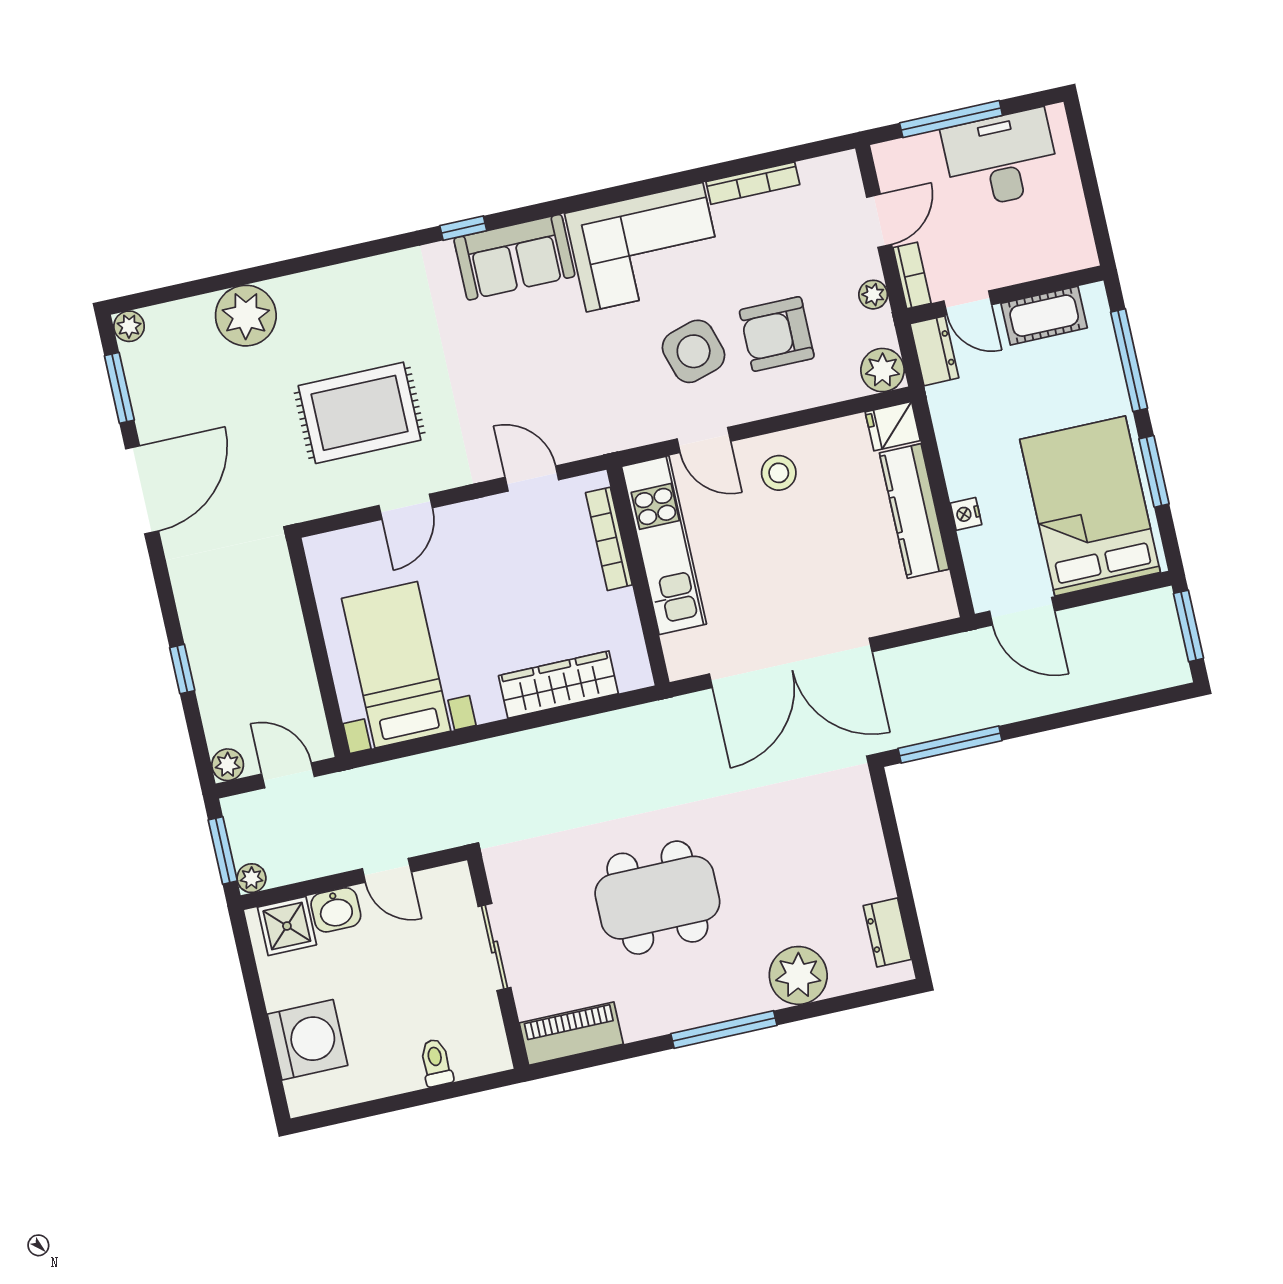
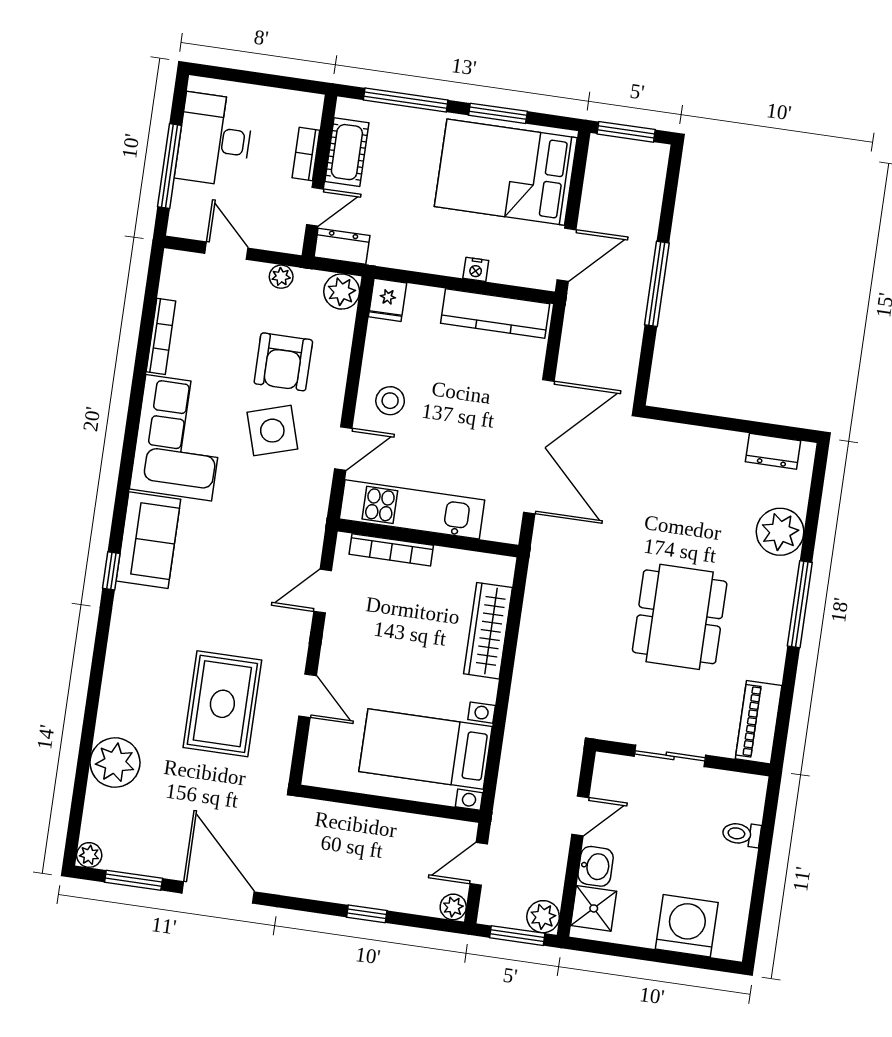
bookcase: (912, 275) -> (306, 154), moved, turned -90
kitchen counter: (914, 511) -> (495, 313), moved
window: (950, 745) -> (657, 284), moved
plant: (251, 878) -> (543, 917), width x1.38, depth x1.38

